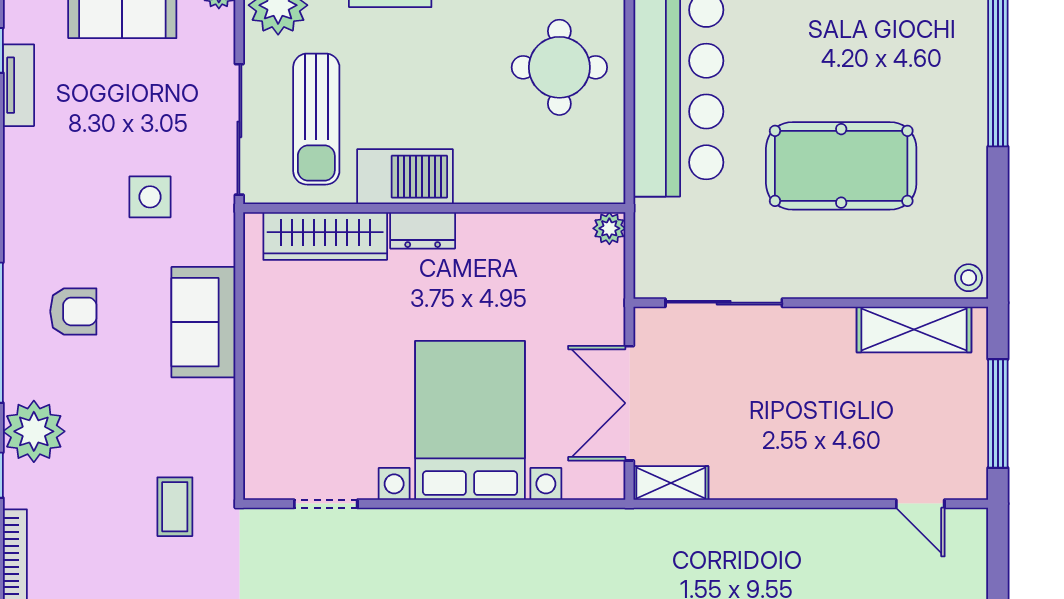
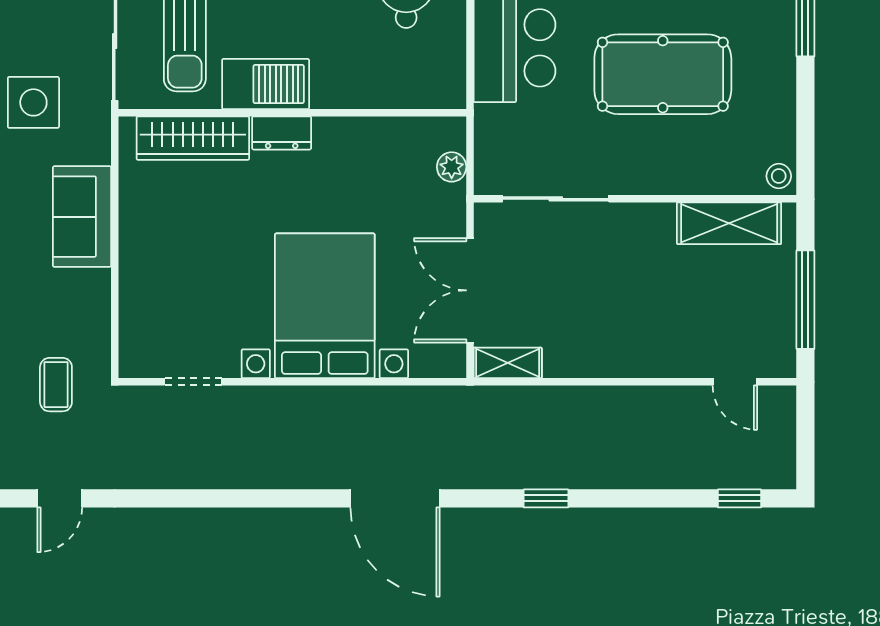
side table: (150, 197) -> (33, 102), width x1.37, depth x1.37
plant: (609, 228) -> (452, 167), moved

